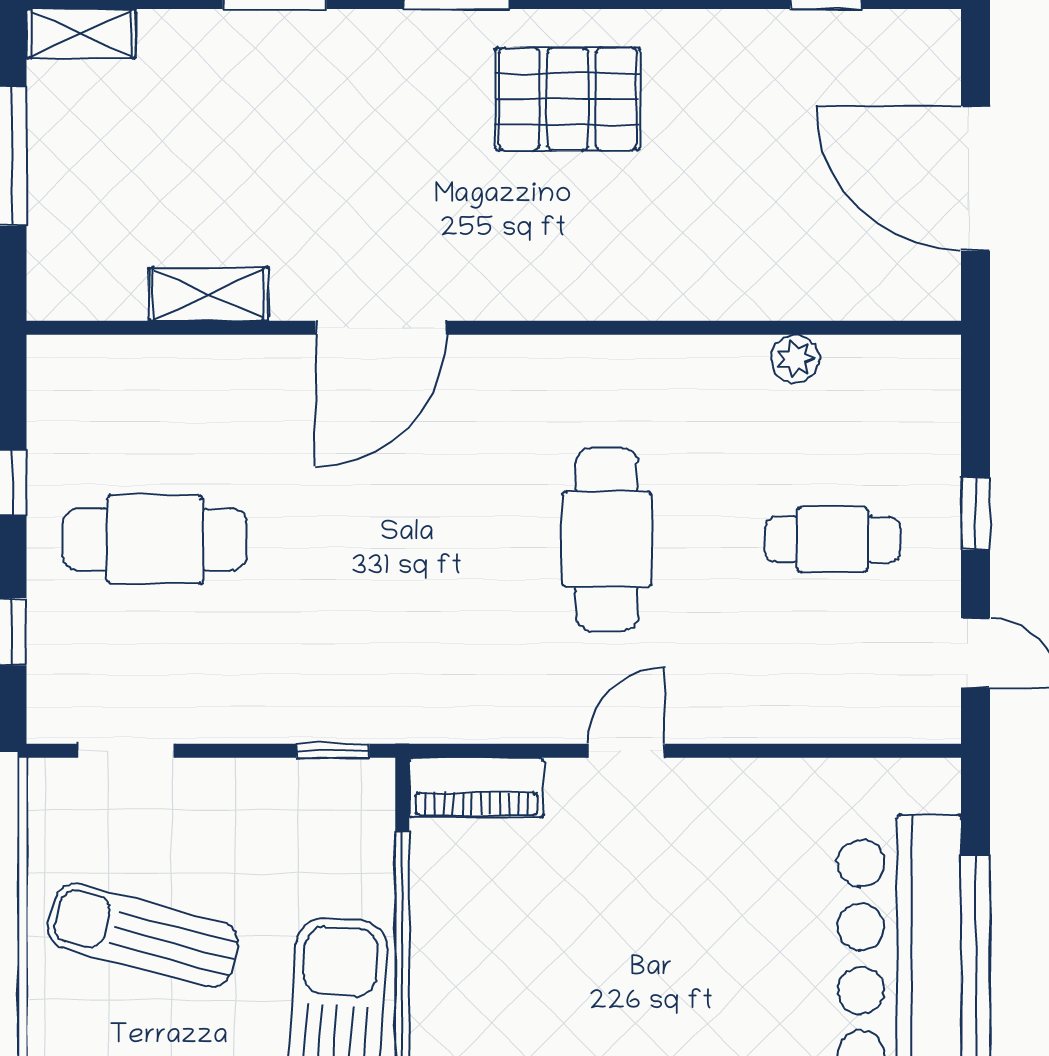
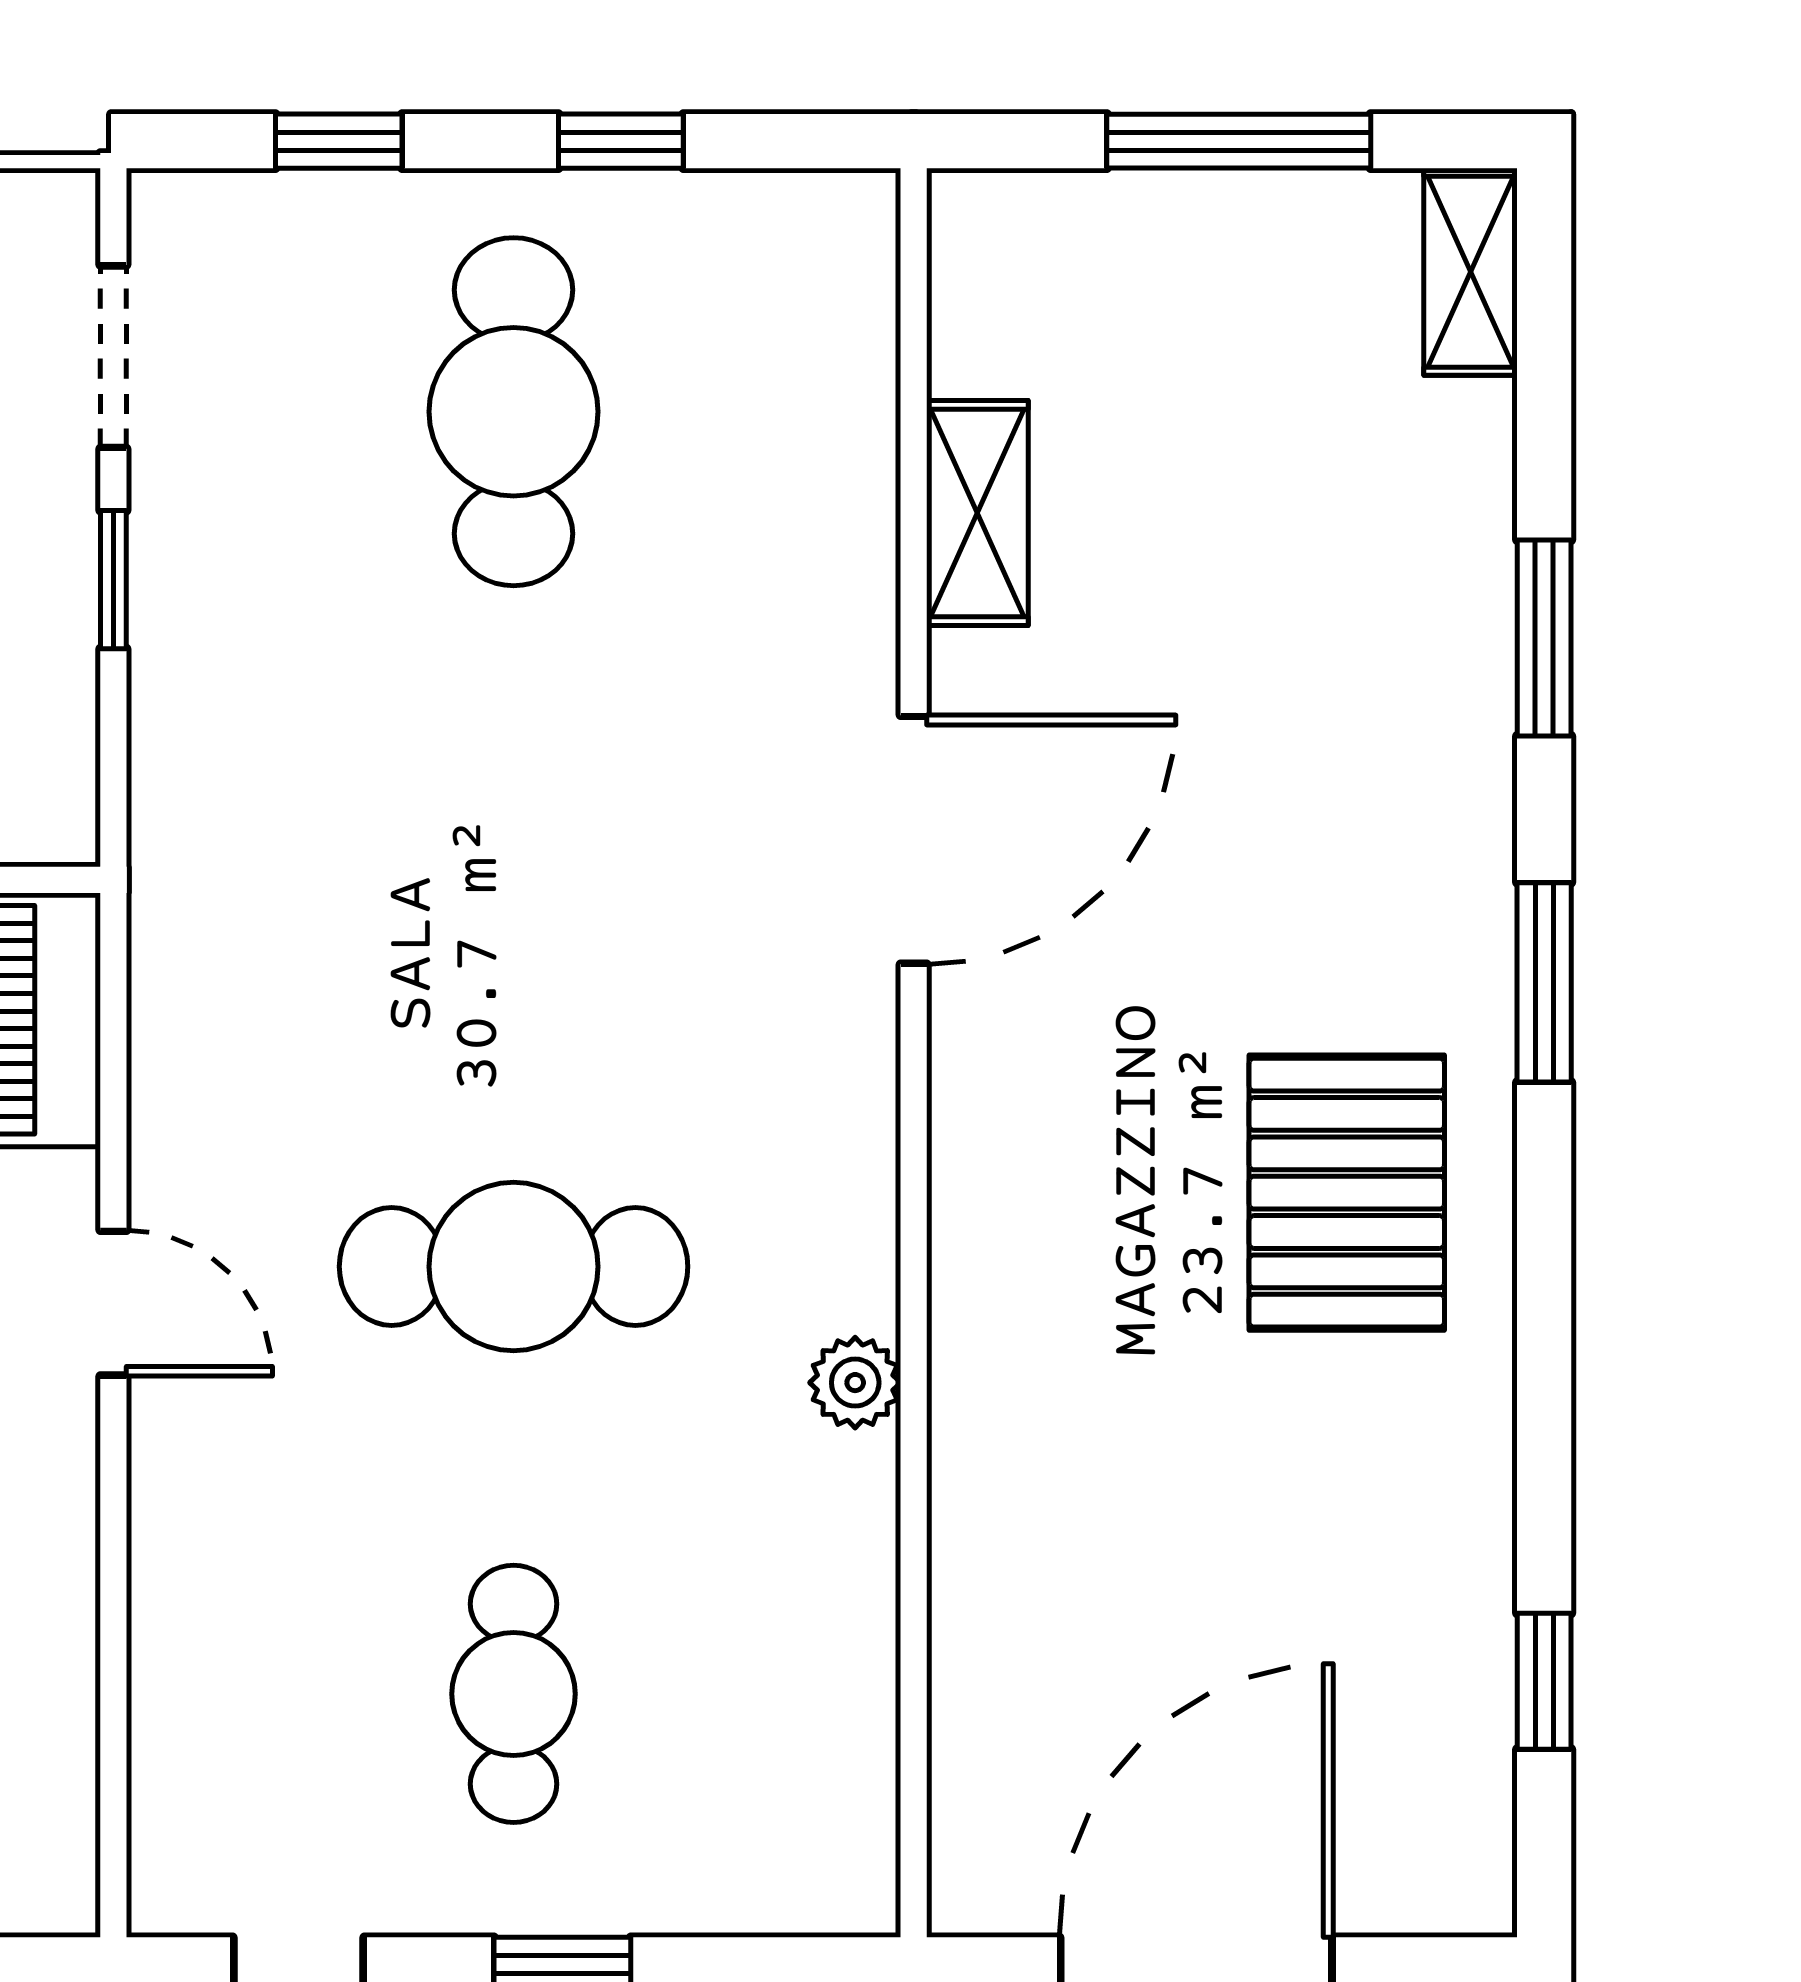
door: (381, 328) -> (914, 840), swing flipped
plant: (795, 359) -> (855, 1383), moved
window: (333, 751) -> (113, 580), moved

